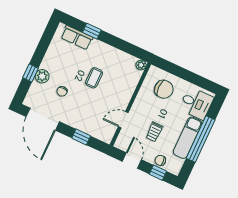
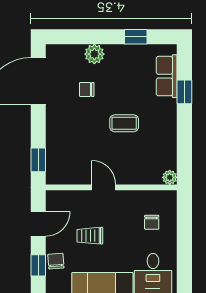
window: (31, 73) -> (136, 37), moved
chair: (164, 89) -> (152, 222), width x0.54, depth x0.54
door: (123, 120) -> (104, 187), moved
window: (81, 137) -> (38, 160), moved

